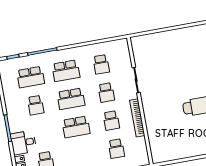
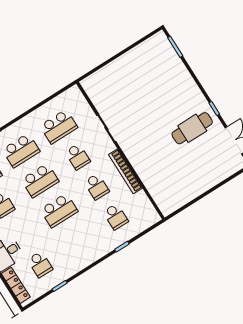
school desk: (101, 64) -> (59, 127), width x1.85

